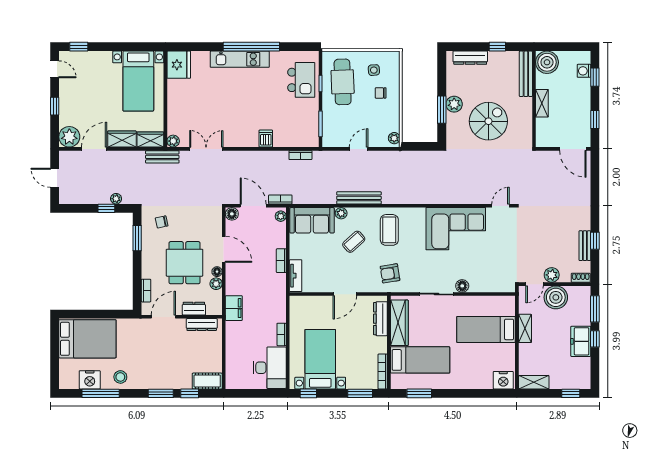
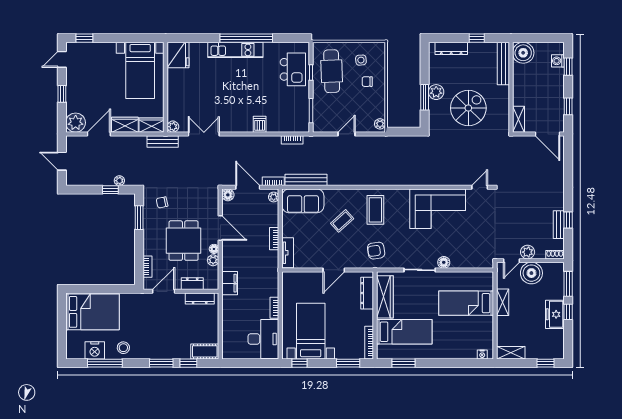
door: (55, 69) -> (62, 59), swing flipped
shelving: (542, 103) -> (518, 119), moved
bench: (359, 198) -> (306, 180), moved
plant: (341, 213) -> (330, 194), removed
nightstand: (503, 380) -> (482, 354), width x0.53, depth x0.56

